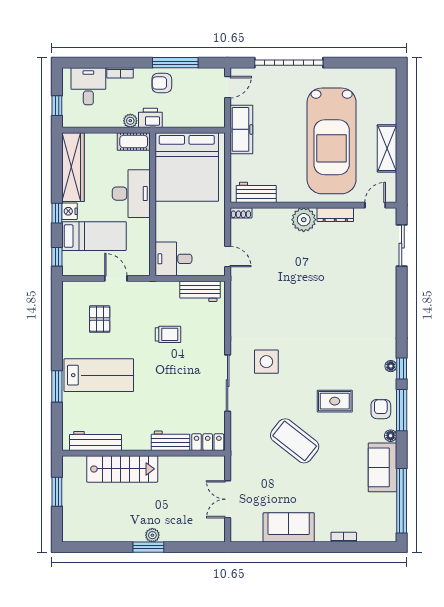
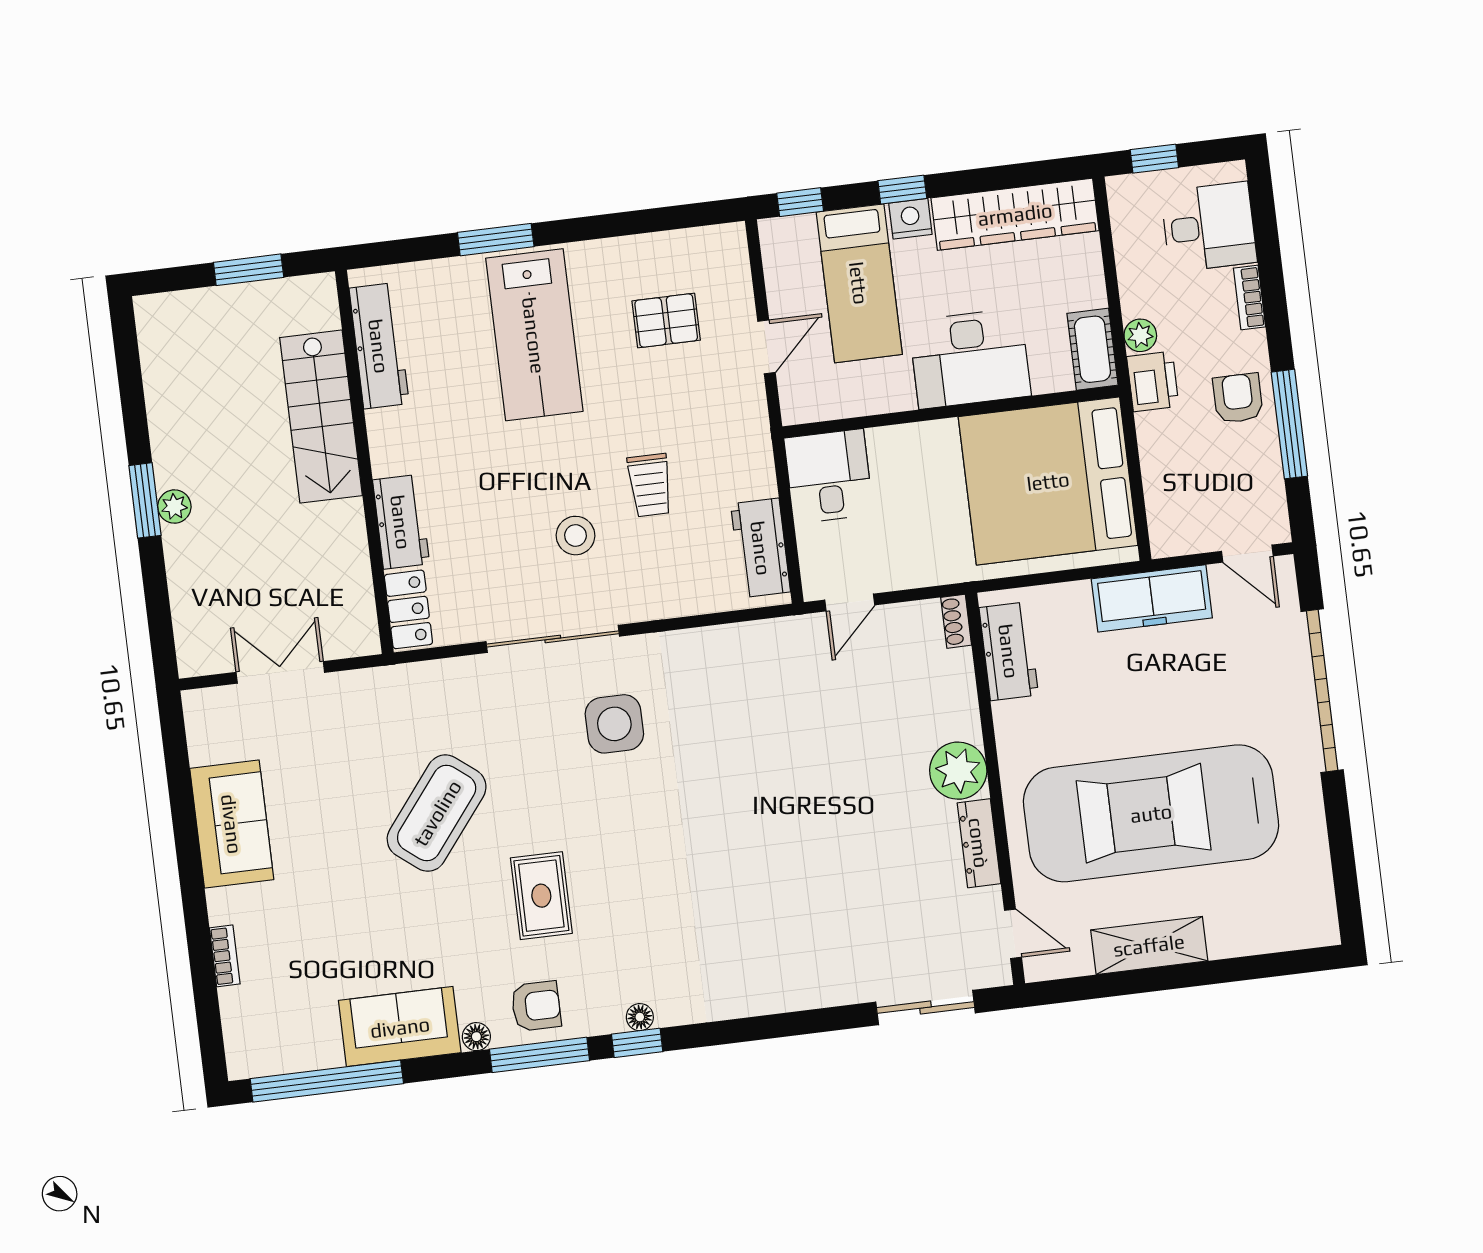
stool: (185, 368) -> (576, 536), added

